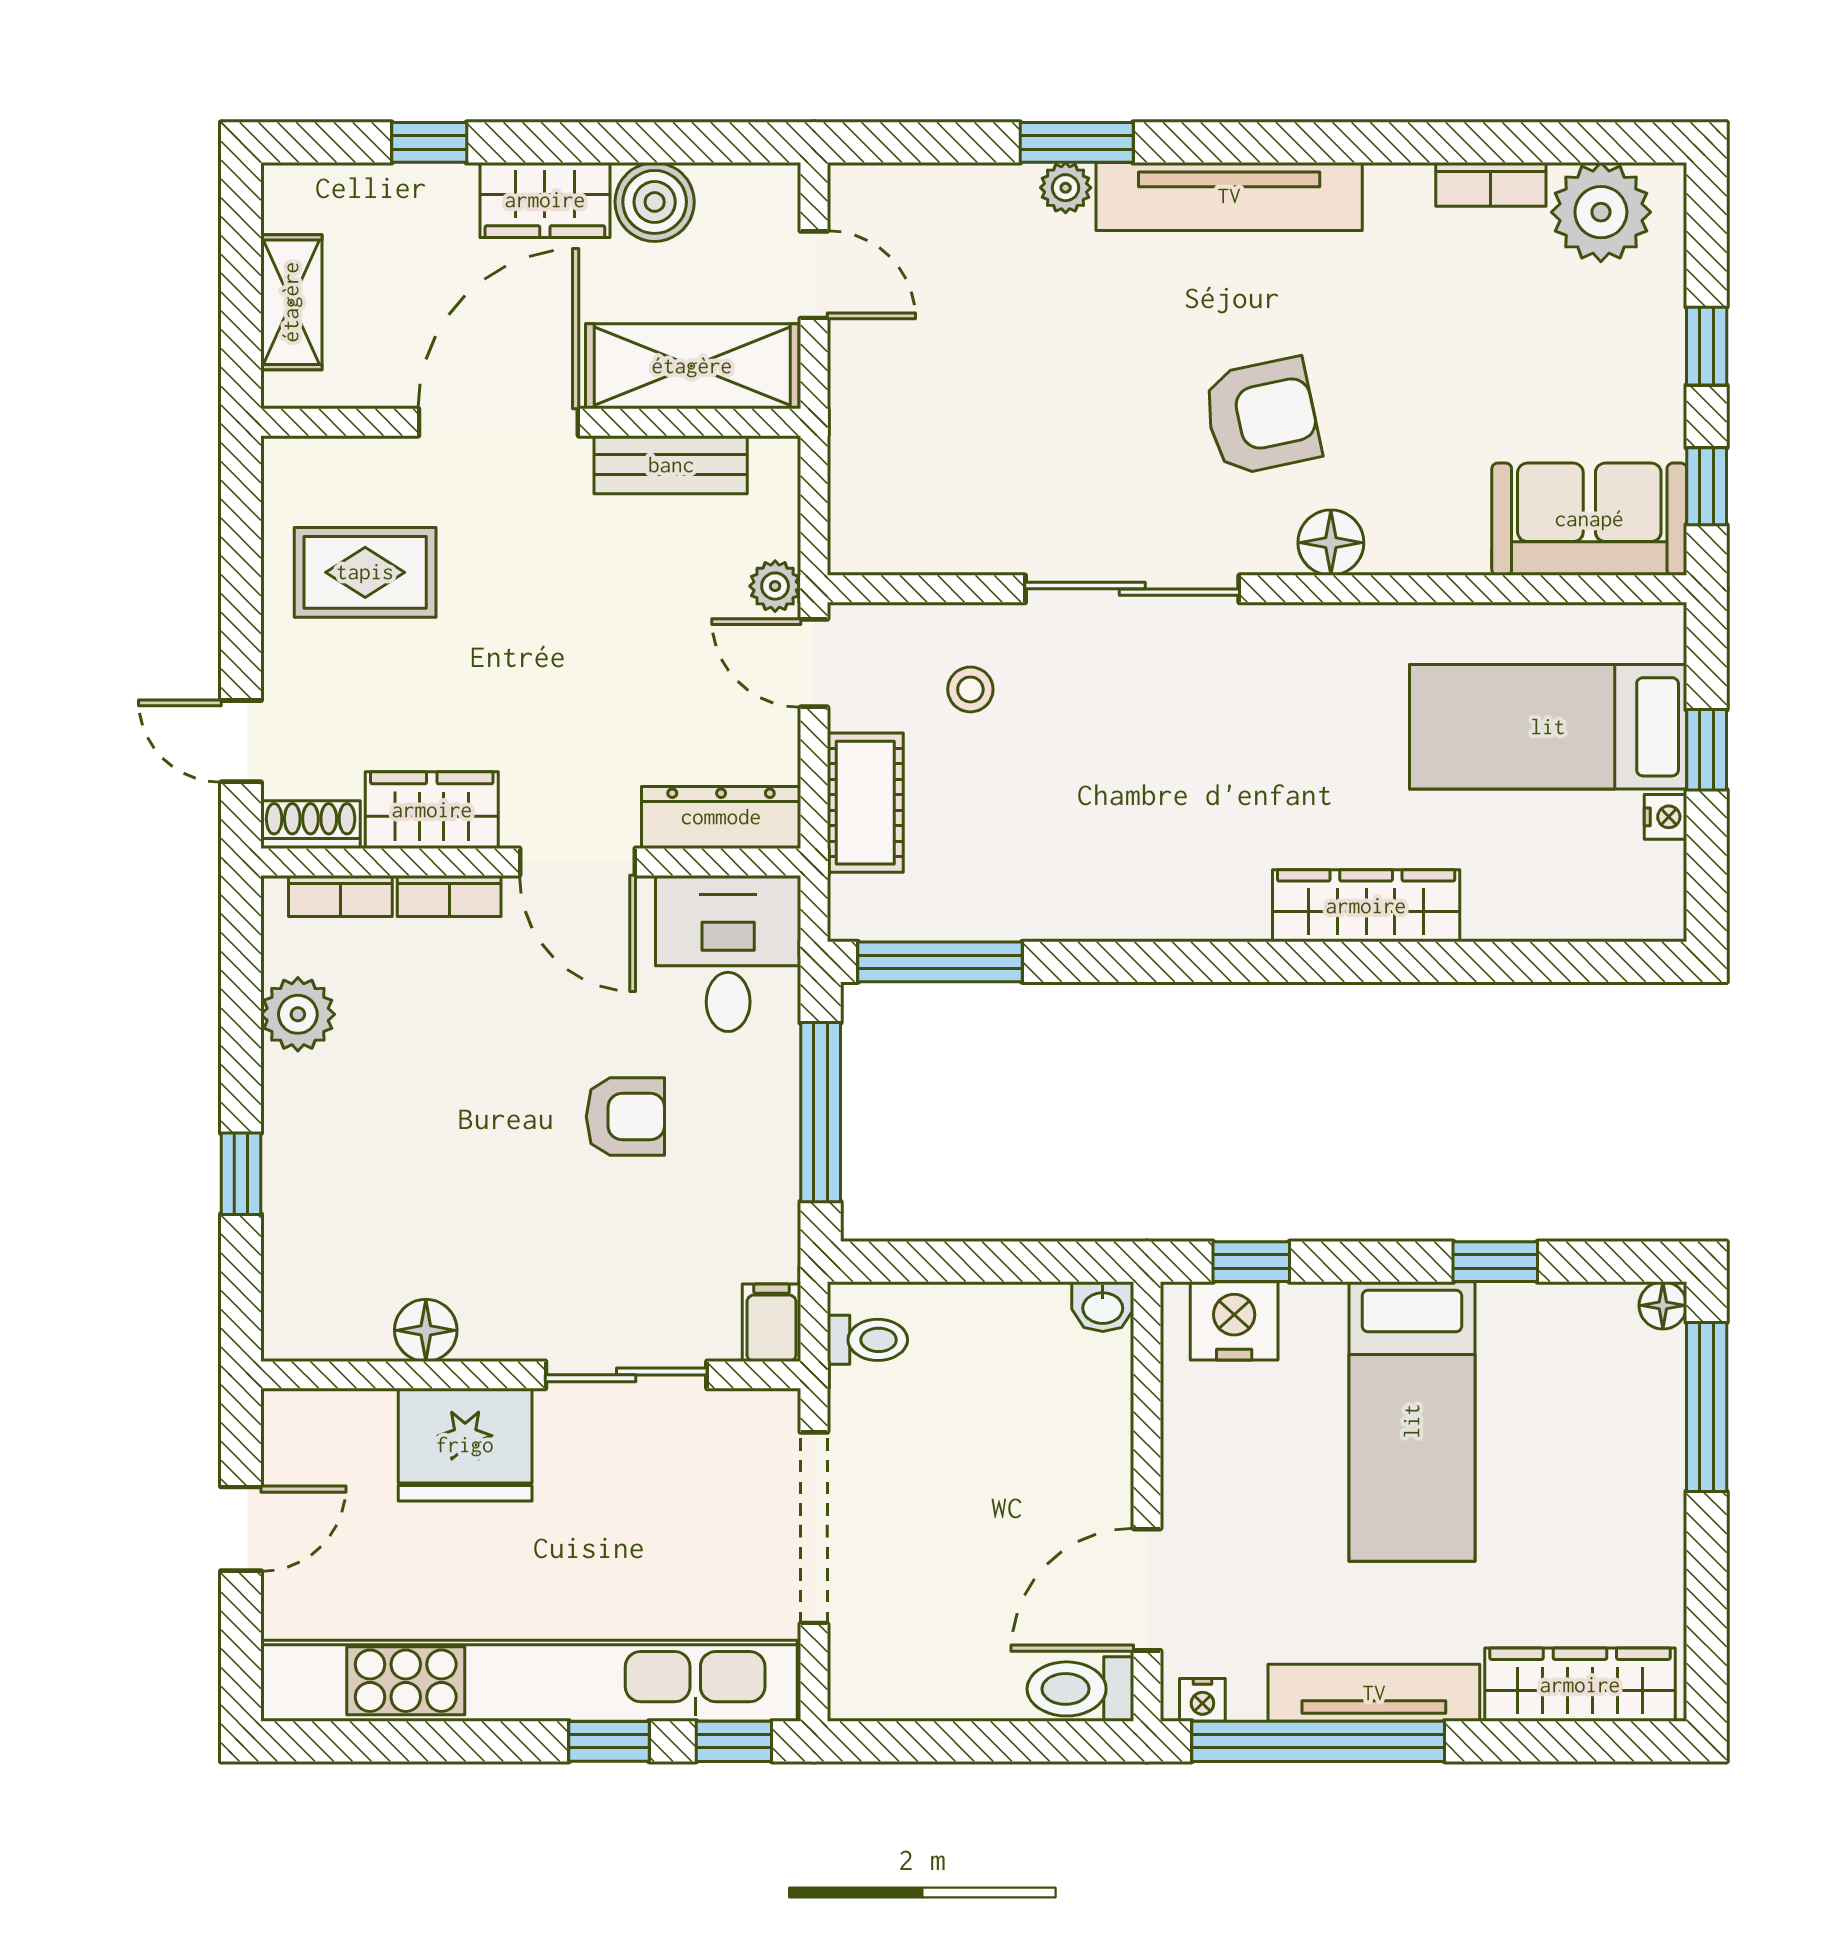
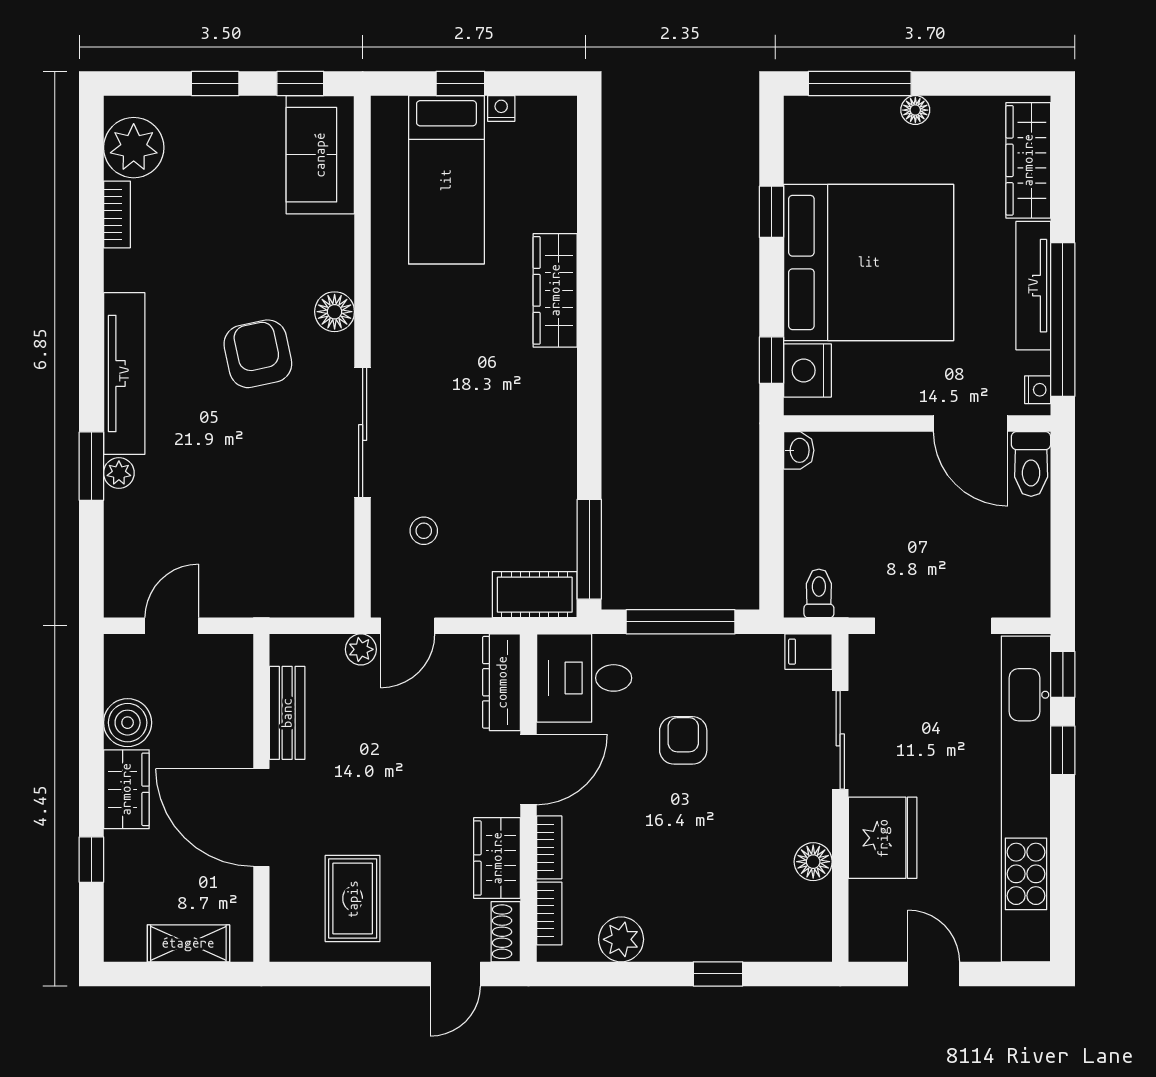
shelving: (692, 366) -> (227, 700), removed
cot: (865, 803) -> (535, 595), moved
floor lamp: (1663, 1305) -> (915, 110), moved
bed: (1412, 1421) -> (869, 262), width x2.04

